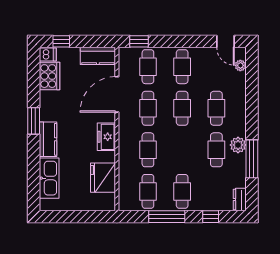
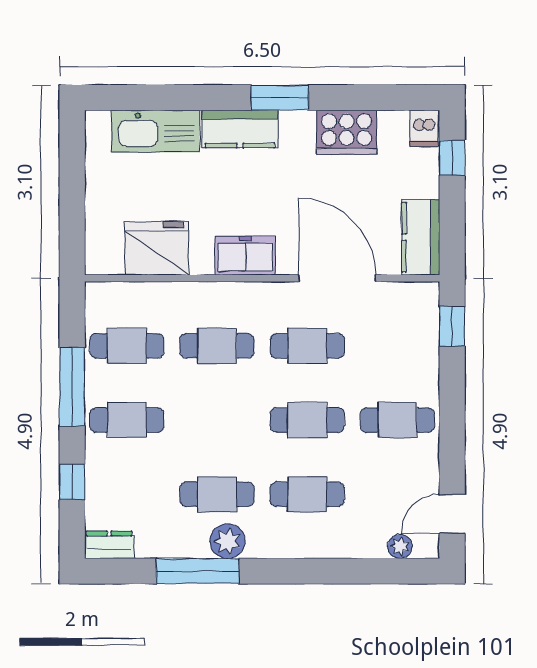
cafe table: (148, 67) -> (397, 346), removed
cooker: (50, 76) -> (347, 132), moved

